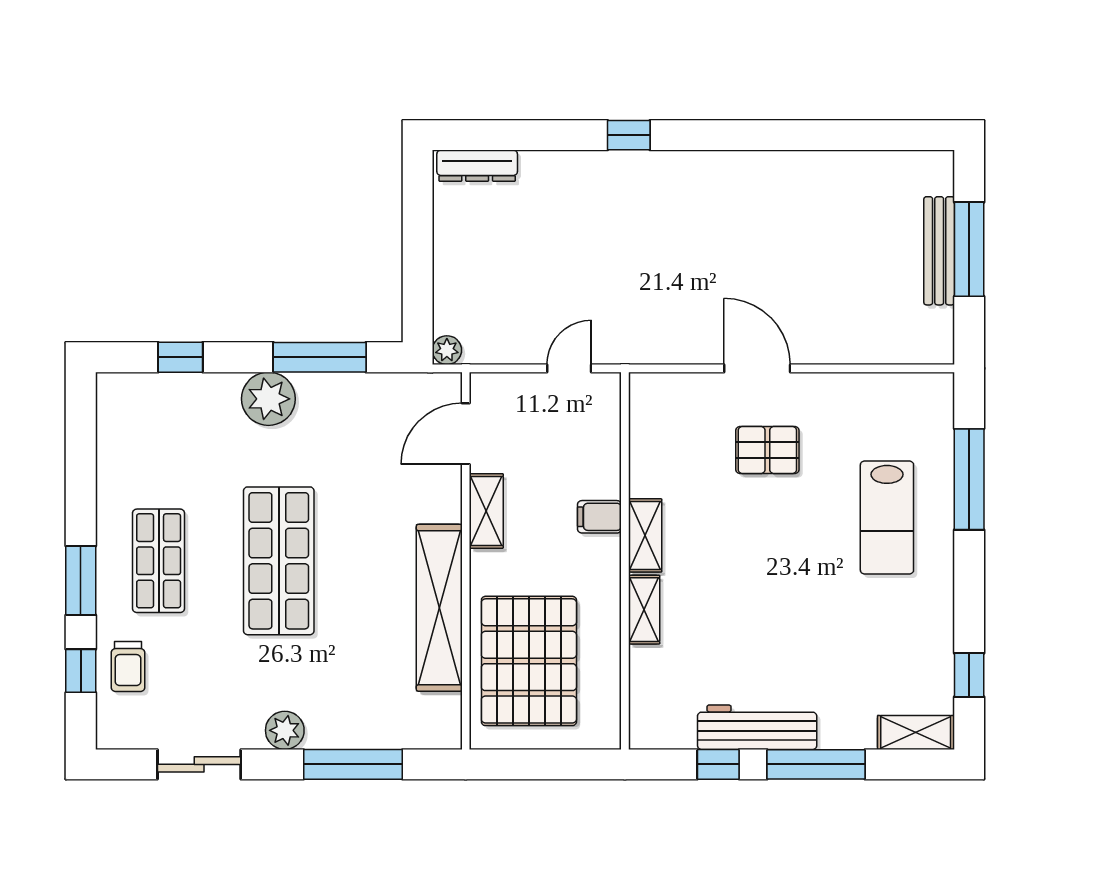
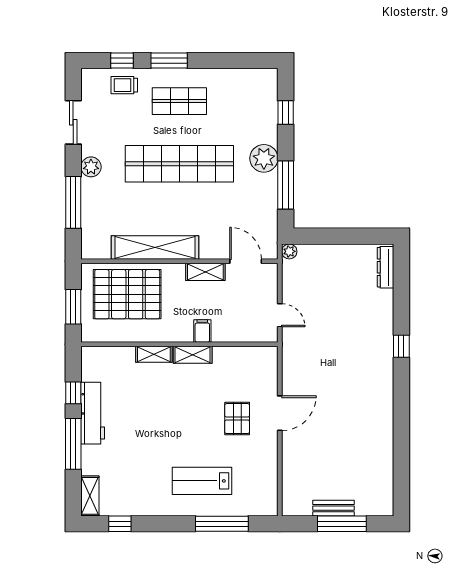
bench: (939, 251) -> (334, 508), width x0.73
shop shelf: (279, 561) -> (179, 164), width x1.40
window: (553, 764) -> (73, 307), added

